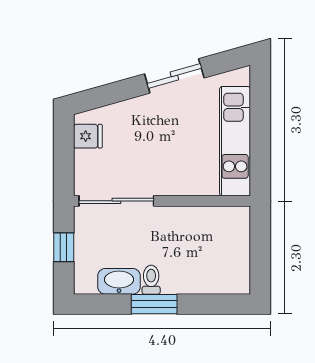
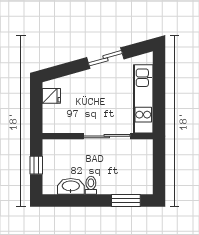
sliding door: (116, 201) -> (107, 136), moved
window: (154, 304) -> (126, 201), moved

